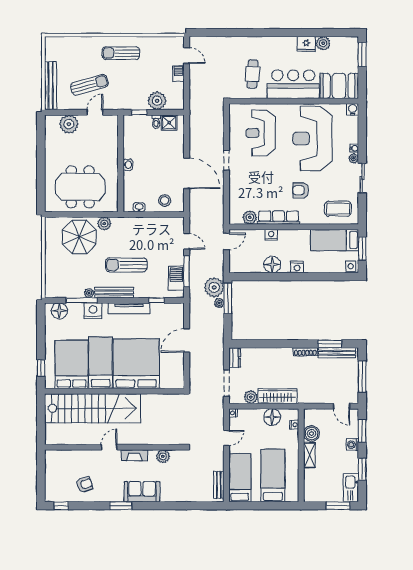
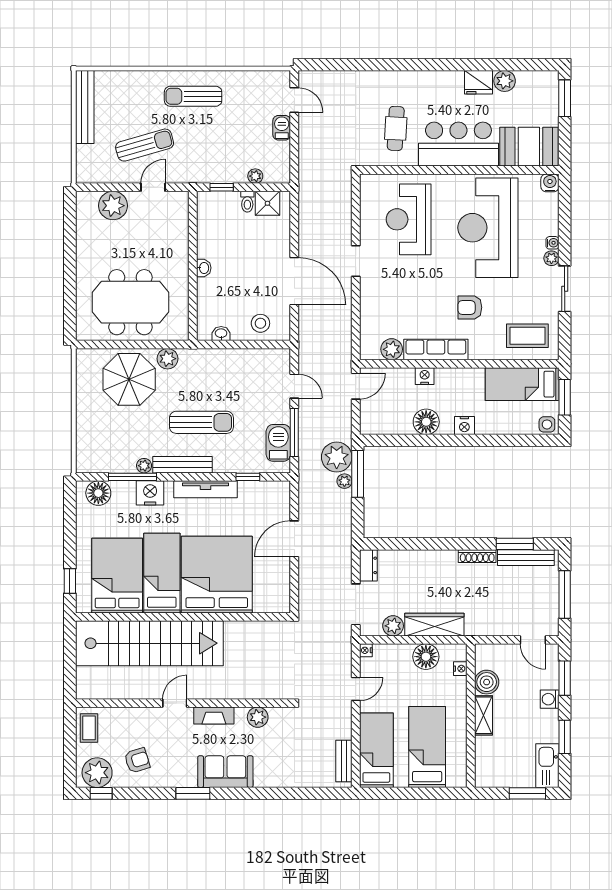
bench: (51, 85) -> (85, 107), moved
plant: (157, 101) -> (255, 176), width x0.53, depth x0.53
sun lounger: (126, 265) -> (201, 422), turned 180
coffee table: (53, 463) -> (89, 728), added
plant: (59, 492) -> (97, 773), added

